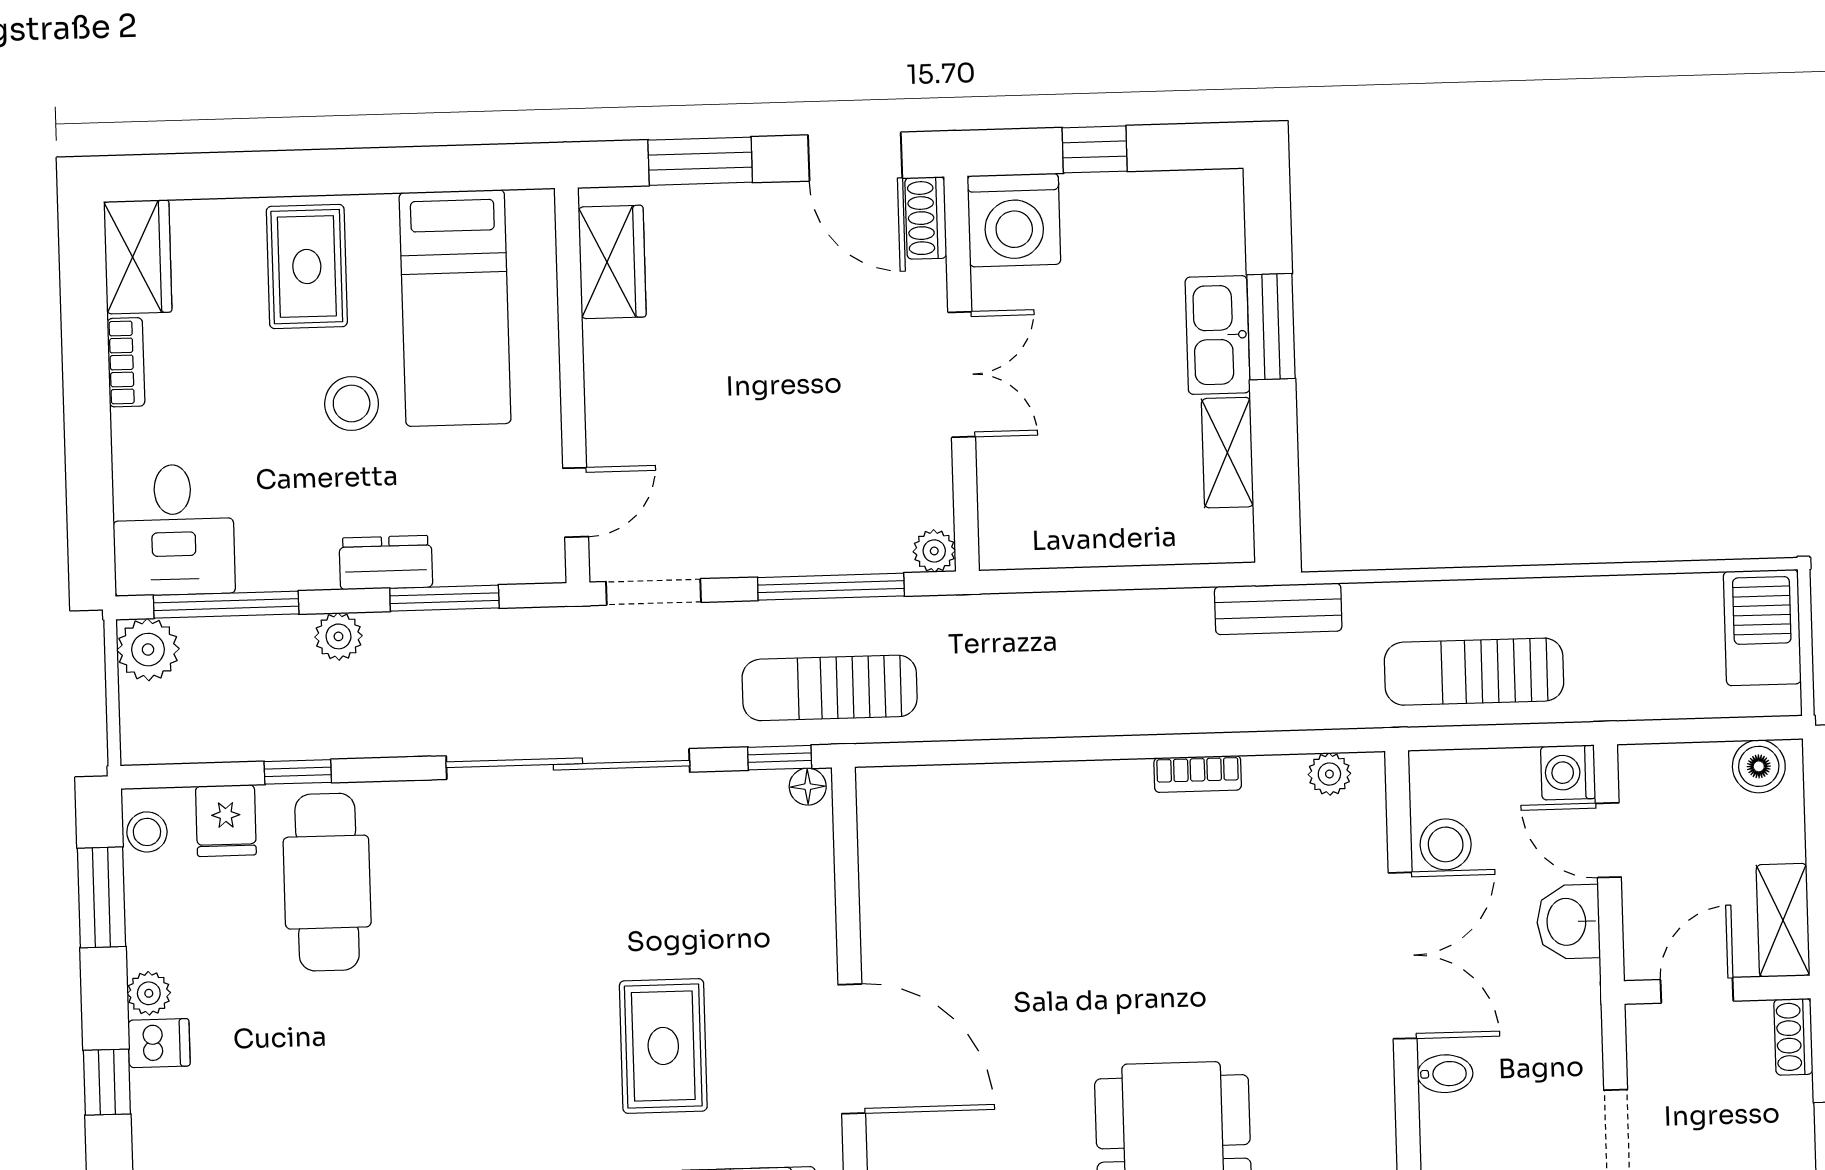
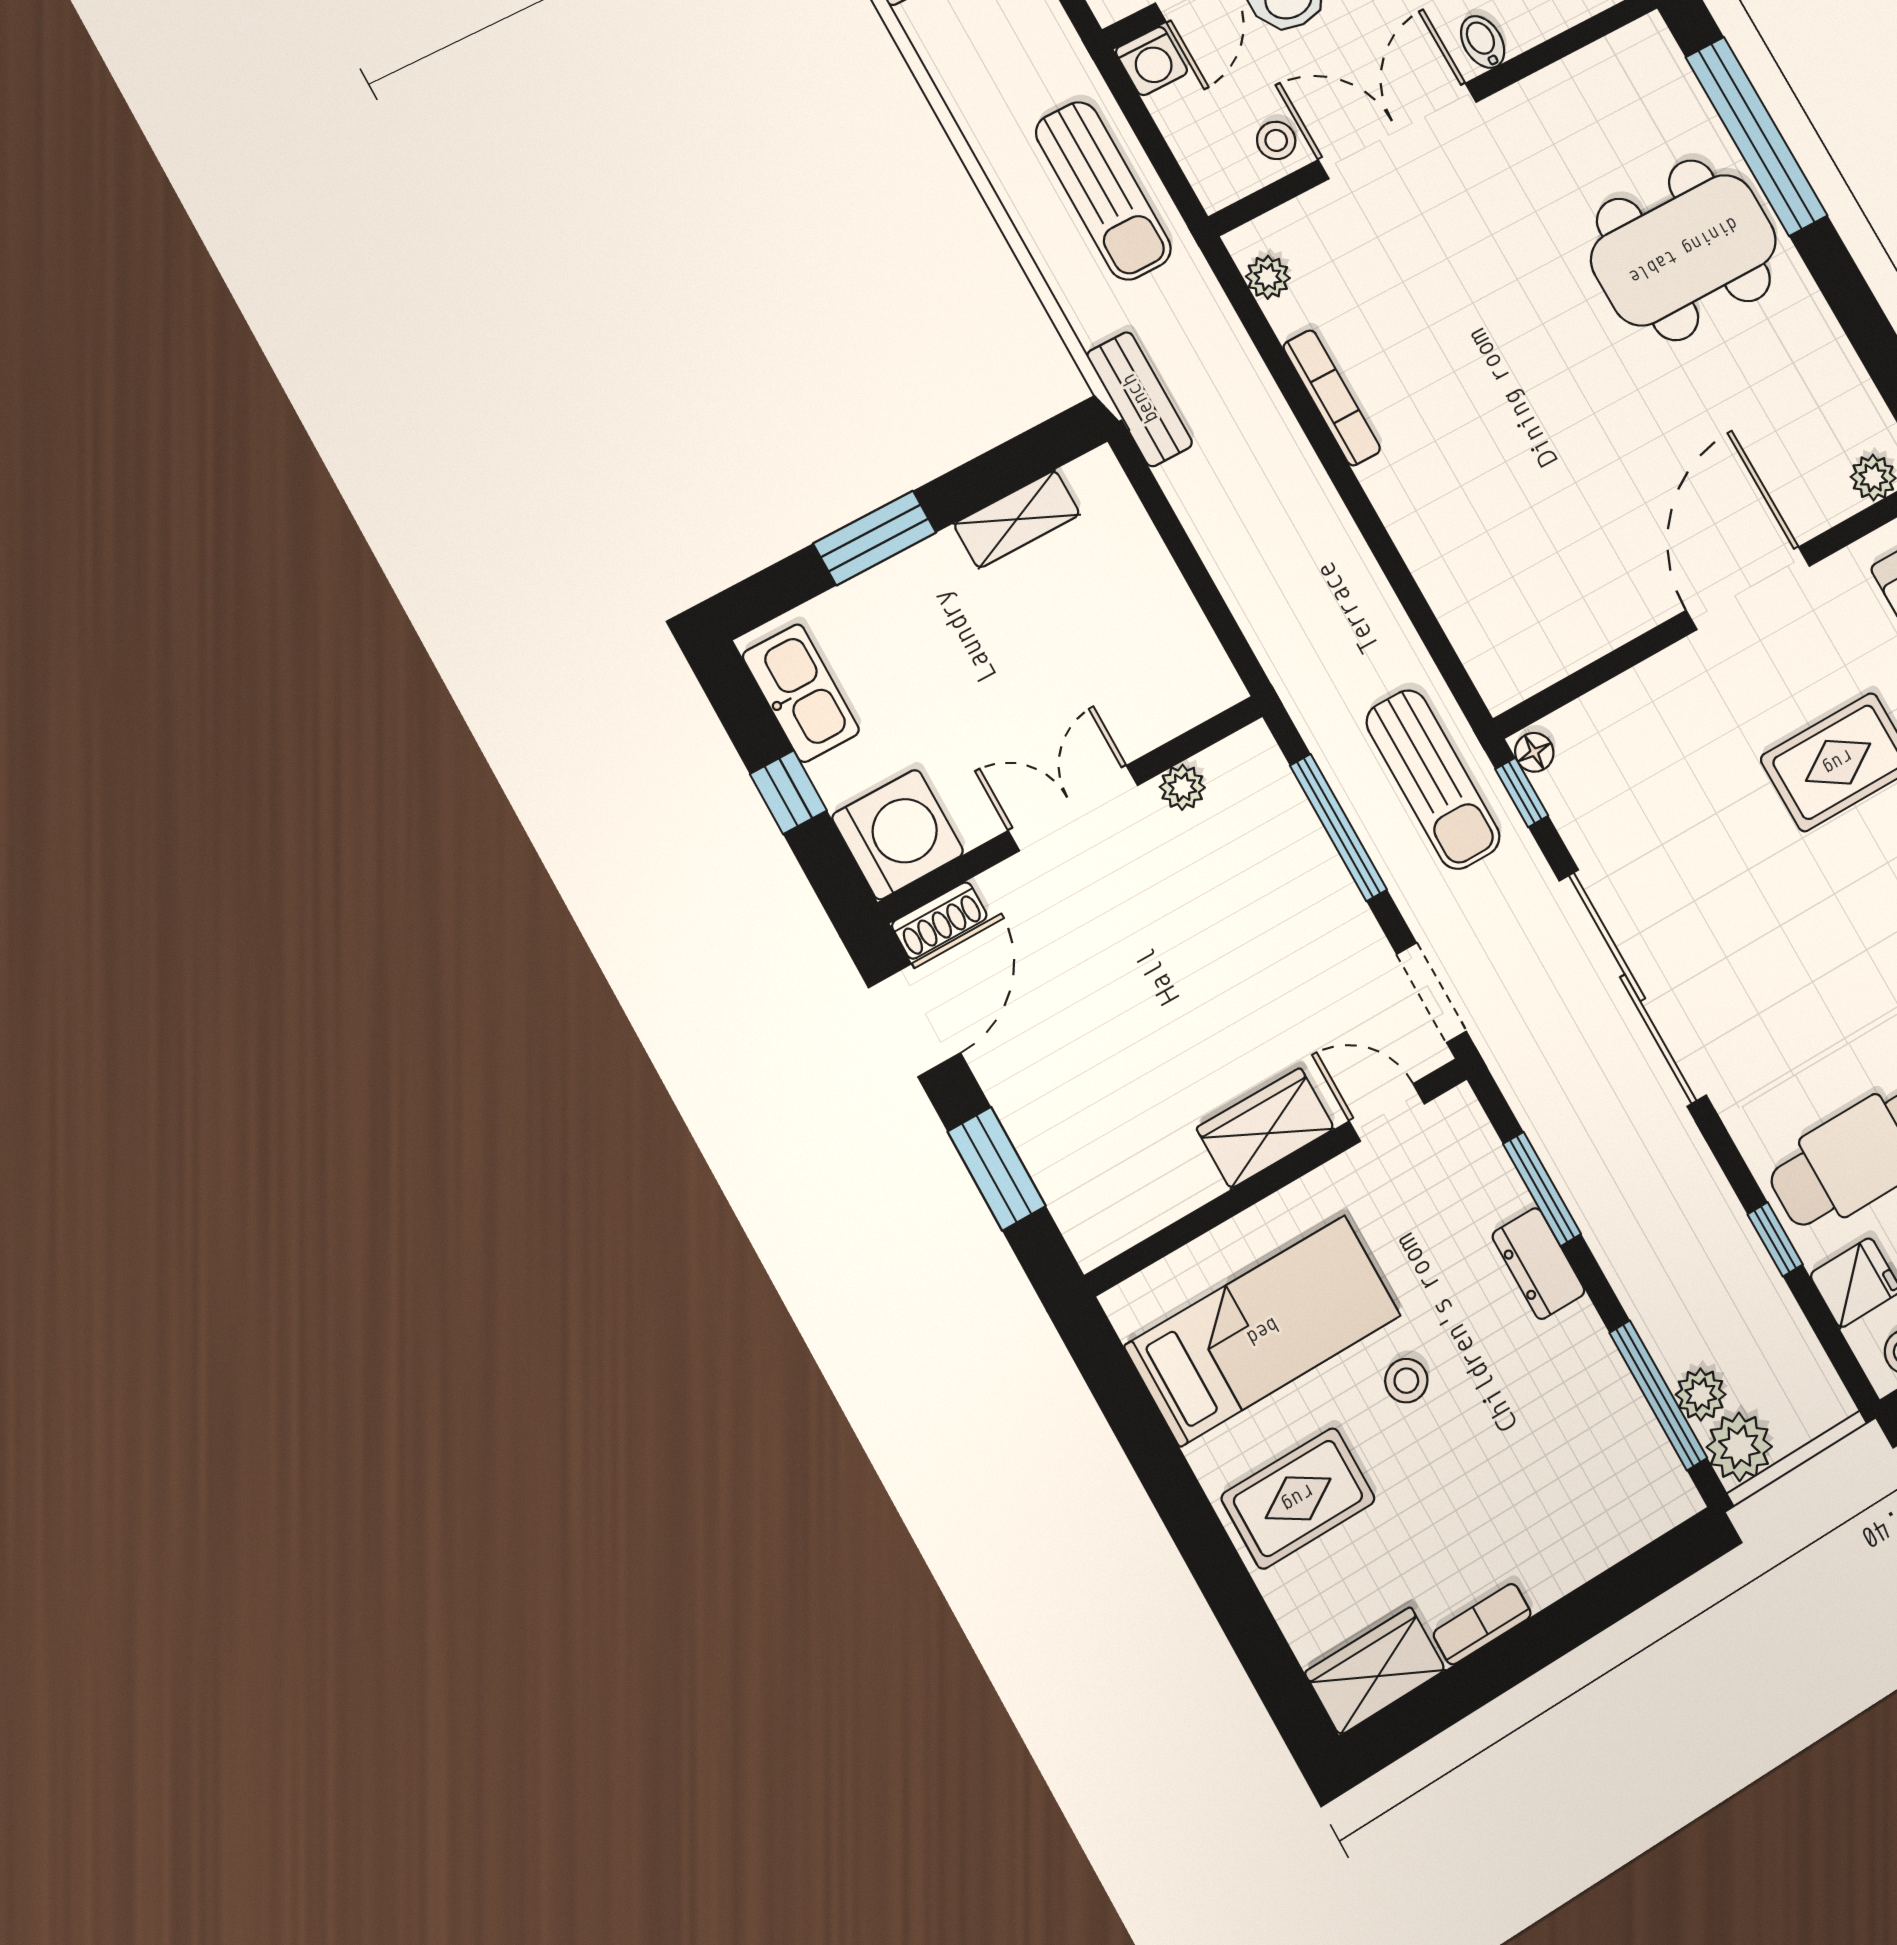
wardrobe: (612, 262) -> (1265, 1128), moved
kitchen sink: (1218, 335) -> (801, 693), moved, turned -90
stool: (352, 403) -> (1406, 1381), width x0.73, depth x0.73
desk: (173, 530) -> (1616, 1486), removed
plant: (934, 551) -> (1182, 787), moved
plant: (338, 636) -> (1701, 1394), moved
bookcase: (1198, 774) -> (1332, 398), width x1.56
stool: (1446, 844) -> (1276, 140), width x0.73, depth x0.73

